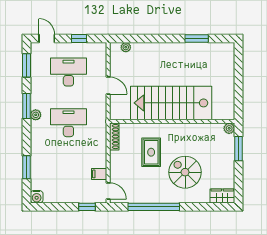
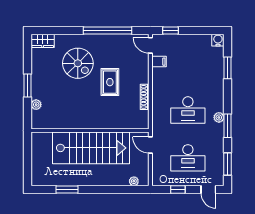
stairs: (171, 103) -> (91, 148), moved
wall: (172, 121) -> (90, 131), moved

